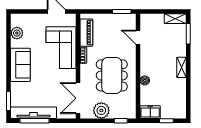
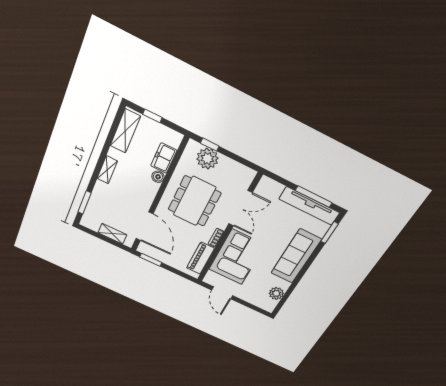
shelving: (175, 19) -> (112, 234), moved
door: (138, 37) -> (145, 226), width x1.87
sofa: (20, 65) -> (296, 256), width x1.36
double door: (78, 98) -> (240, 208), moved
shelving: (180, 101) -> (125, 131), added
plant: (101, 110) -> (207, 159), moved
freezer: (150, 112) -> (164, 158), moved, turned 90

